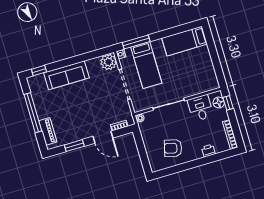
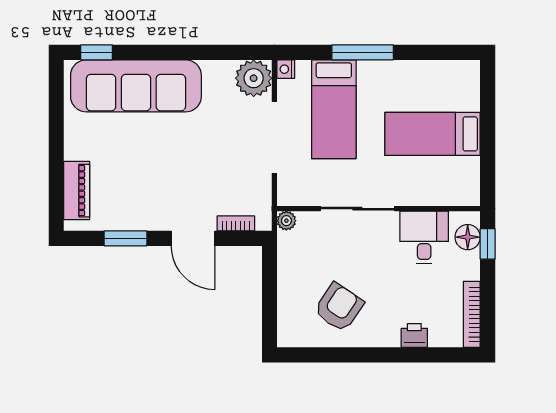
bed: (184, 41) -> (432, 134), moved
window: (136, 42) -> (363, 52), moved
sofa: (66, 75) -> (136, 86), width x1.36, depth x1.27
window: (33, 113) -> (56, 140), removed
armchair: (173, 148) -> (339, 307), turned 110

